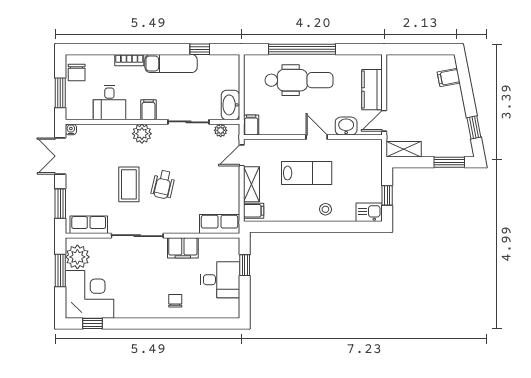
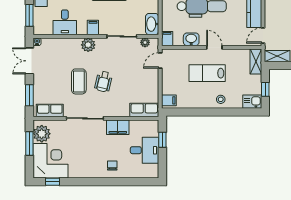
washbasin: (346, 126) -> (191, 39), moved
lab bench: (307, 173) -> (207, 73), turned 180
shelving: (251, 184) -> (256, 61), moved

